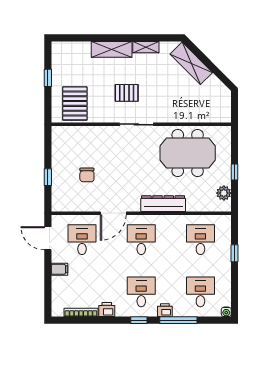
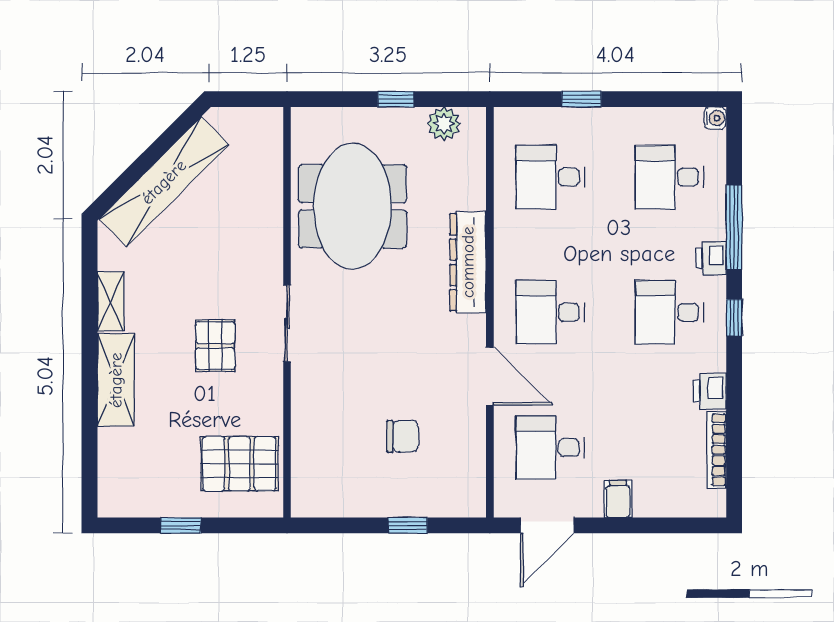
shelving: (191, 63) -> (164, 182), width x1.47

